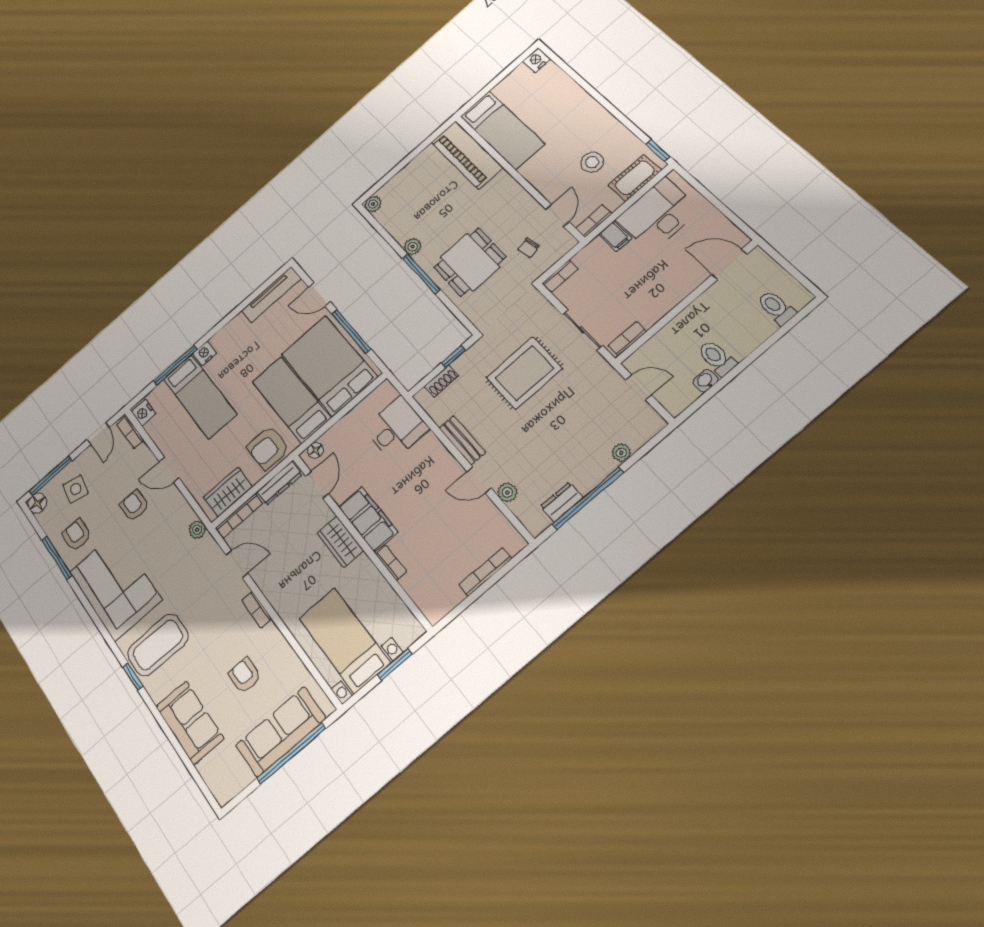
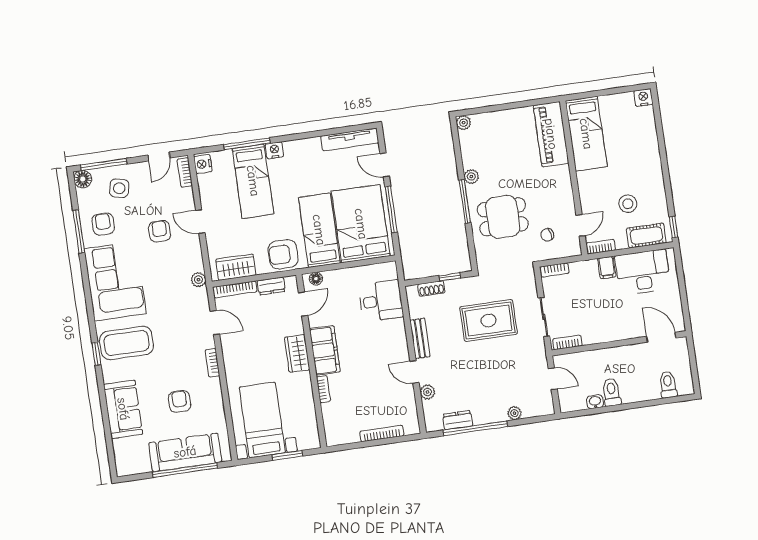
dresser: (279, 483) -> (271, 286), width x0.70

